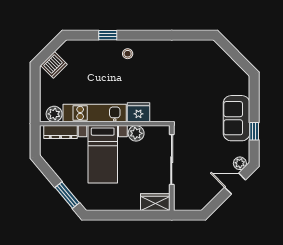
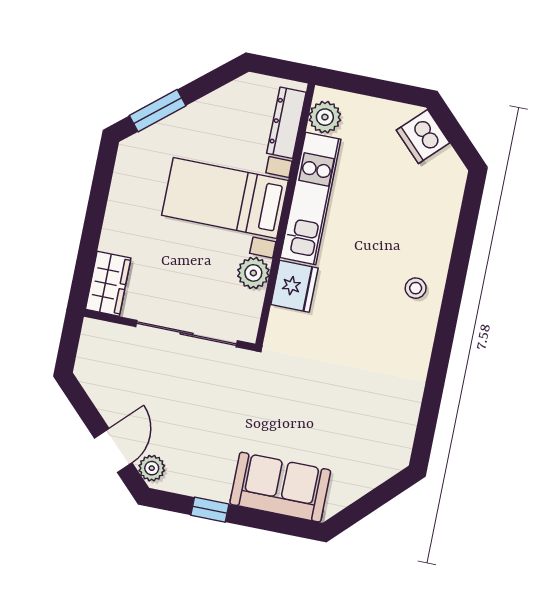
window: (108, 35) -> (461, 256), removed
sofa: (237, 118) -> (280, 487), moved

